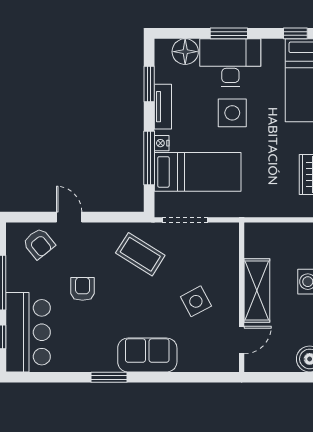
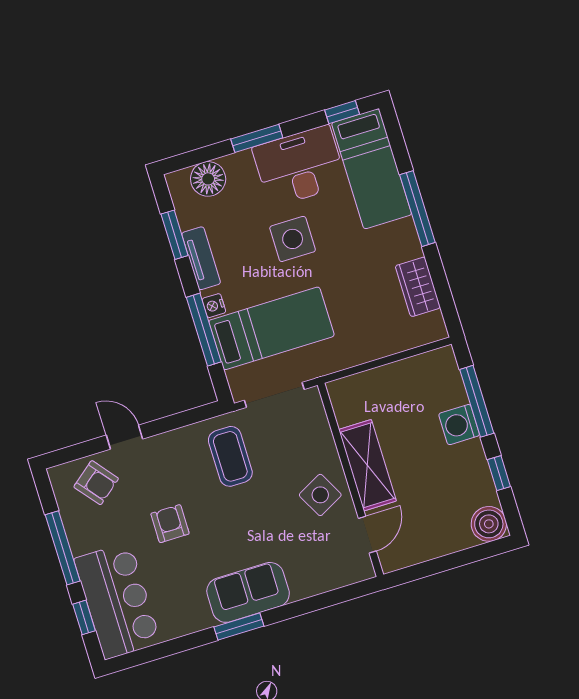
desk: (230, 62) -> (300, 166), moved
coffee table: (140, 254) -> (230, 456), turned 58
shelving: (257, 291) -> (367, 465), moved
wall: (242, 297) -> (351, 480), moved
door: (242, 340) -> (367, 535), moved
sofa: (147, 355) -> (248, 592), moved

